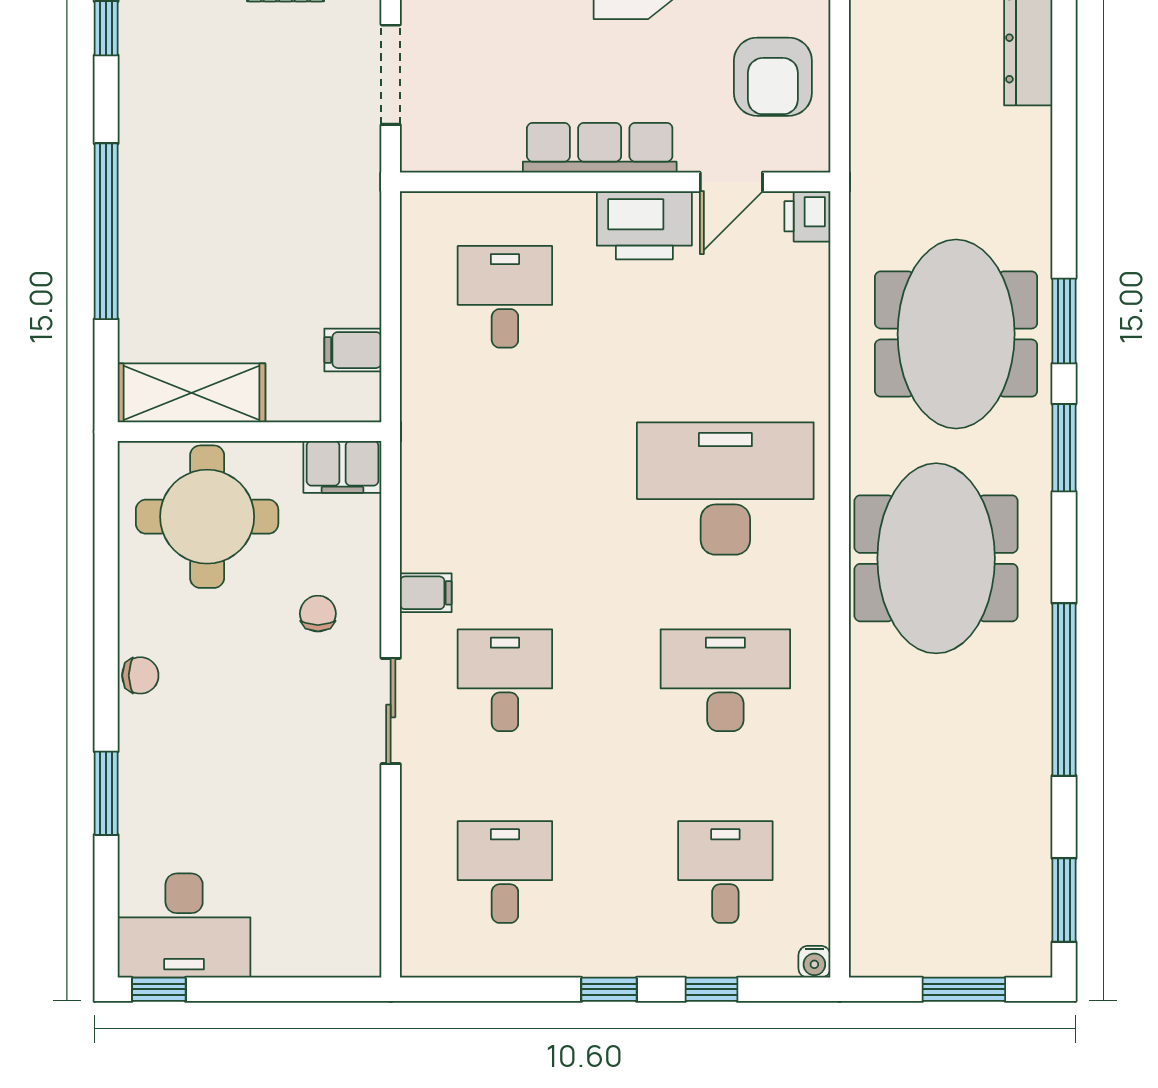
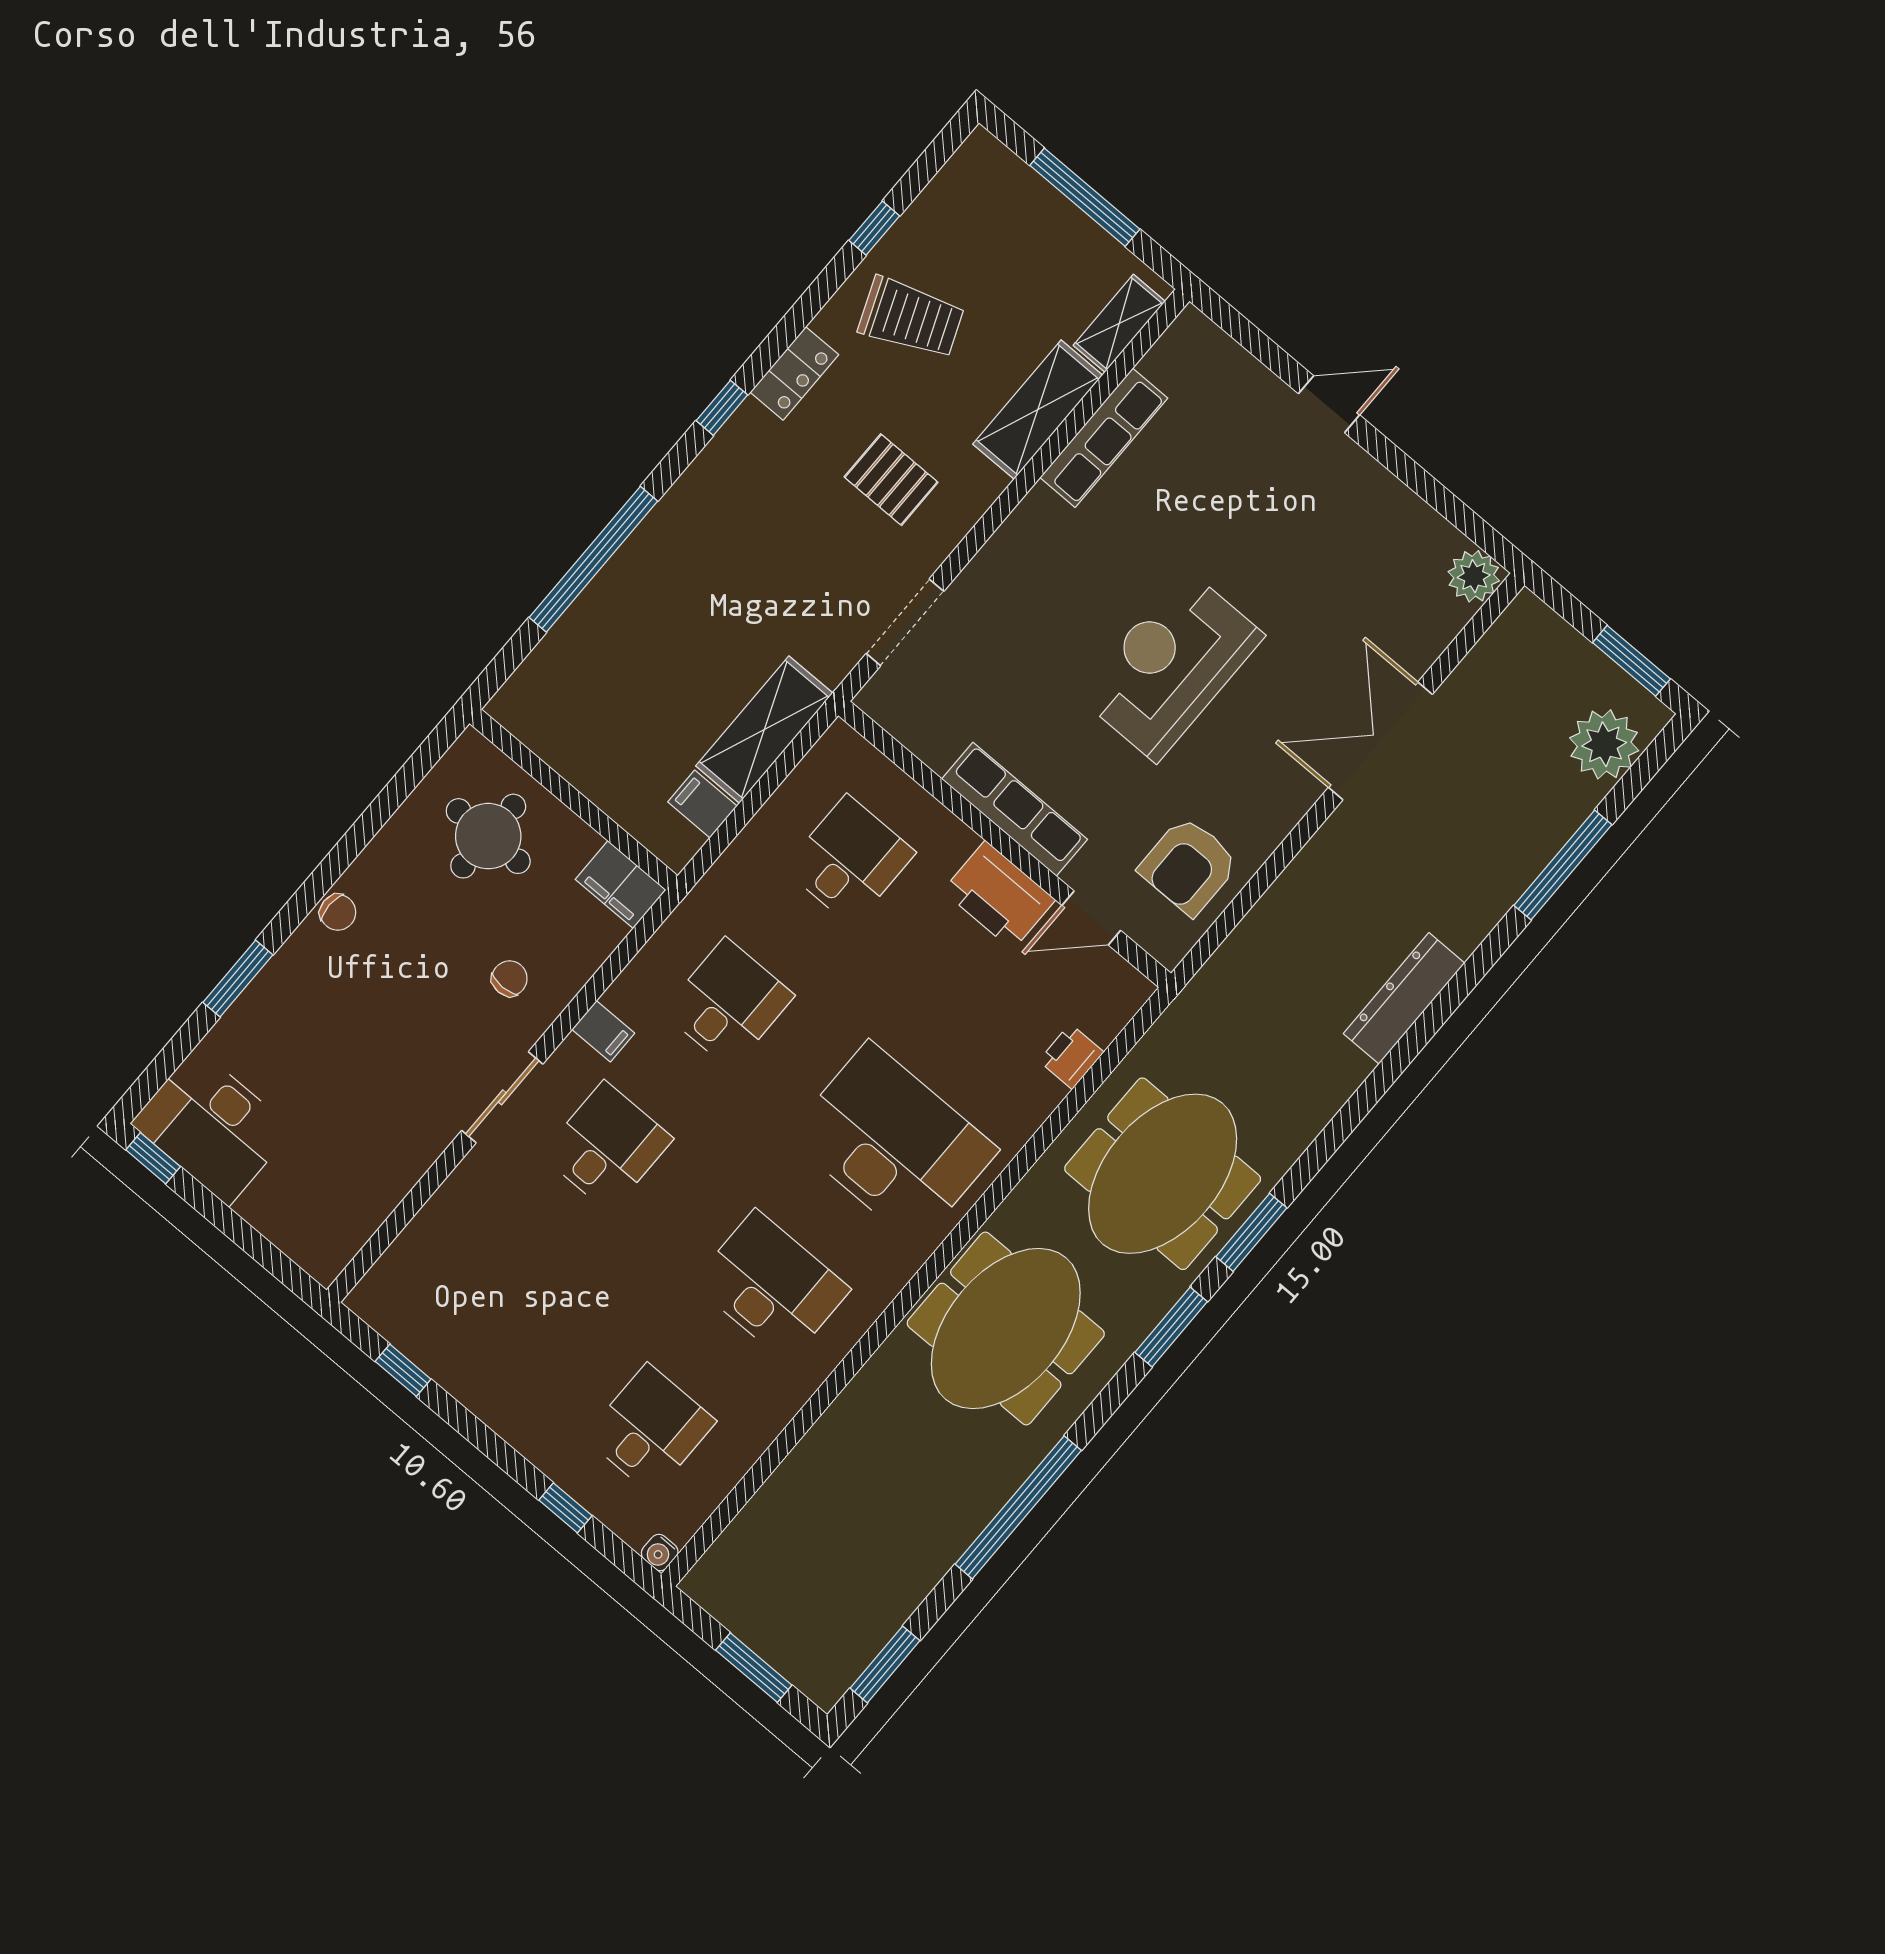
printer: (807, 216) -> (1071, 1057), moved
shelving: (192, 393) -> (764, 730), moved, turned 90
round table: (207, 517) -> (488, 836), width x0.73, depth x0.73
desk: (505, 872) -> (728, 1004), moved
window: (609, 989) -> (403, 1370), moved

